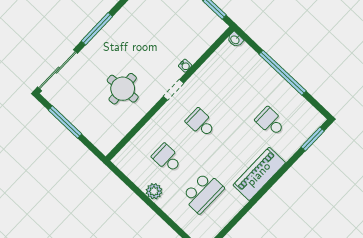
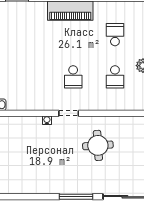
school desk: (270, 122) -> (31, 35), removed
school desk: (203, 193) -> (115, 35), width x0.54

